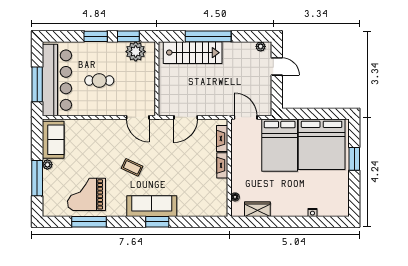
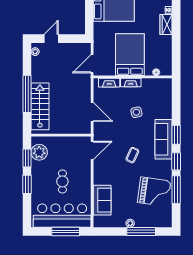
sofa: (53, 140) -> (102, 200), moved, turned 90
bed: (280, 145) -> (130, 55), moved, turned -90
side table: (185, 172) -> (136, 112), added
grand piano: (86, 194) -> (154, 192), turned -82
wardrobe: (257, 209) -> (166, 24), moved
window: (124, 222) -> (176, 161), added

